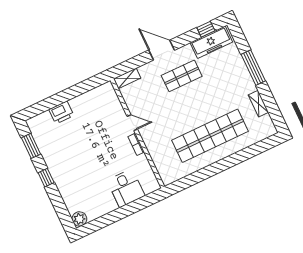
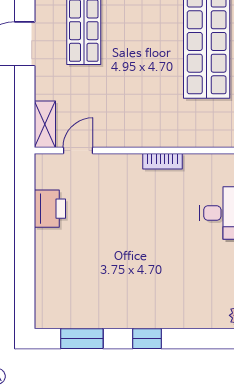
printer: (61, 112) -> (50, 209), moved
door: (132, 123) -> (78, 150), moved

